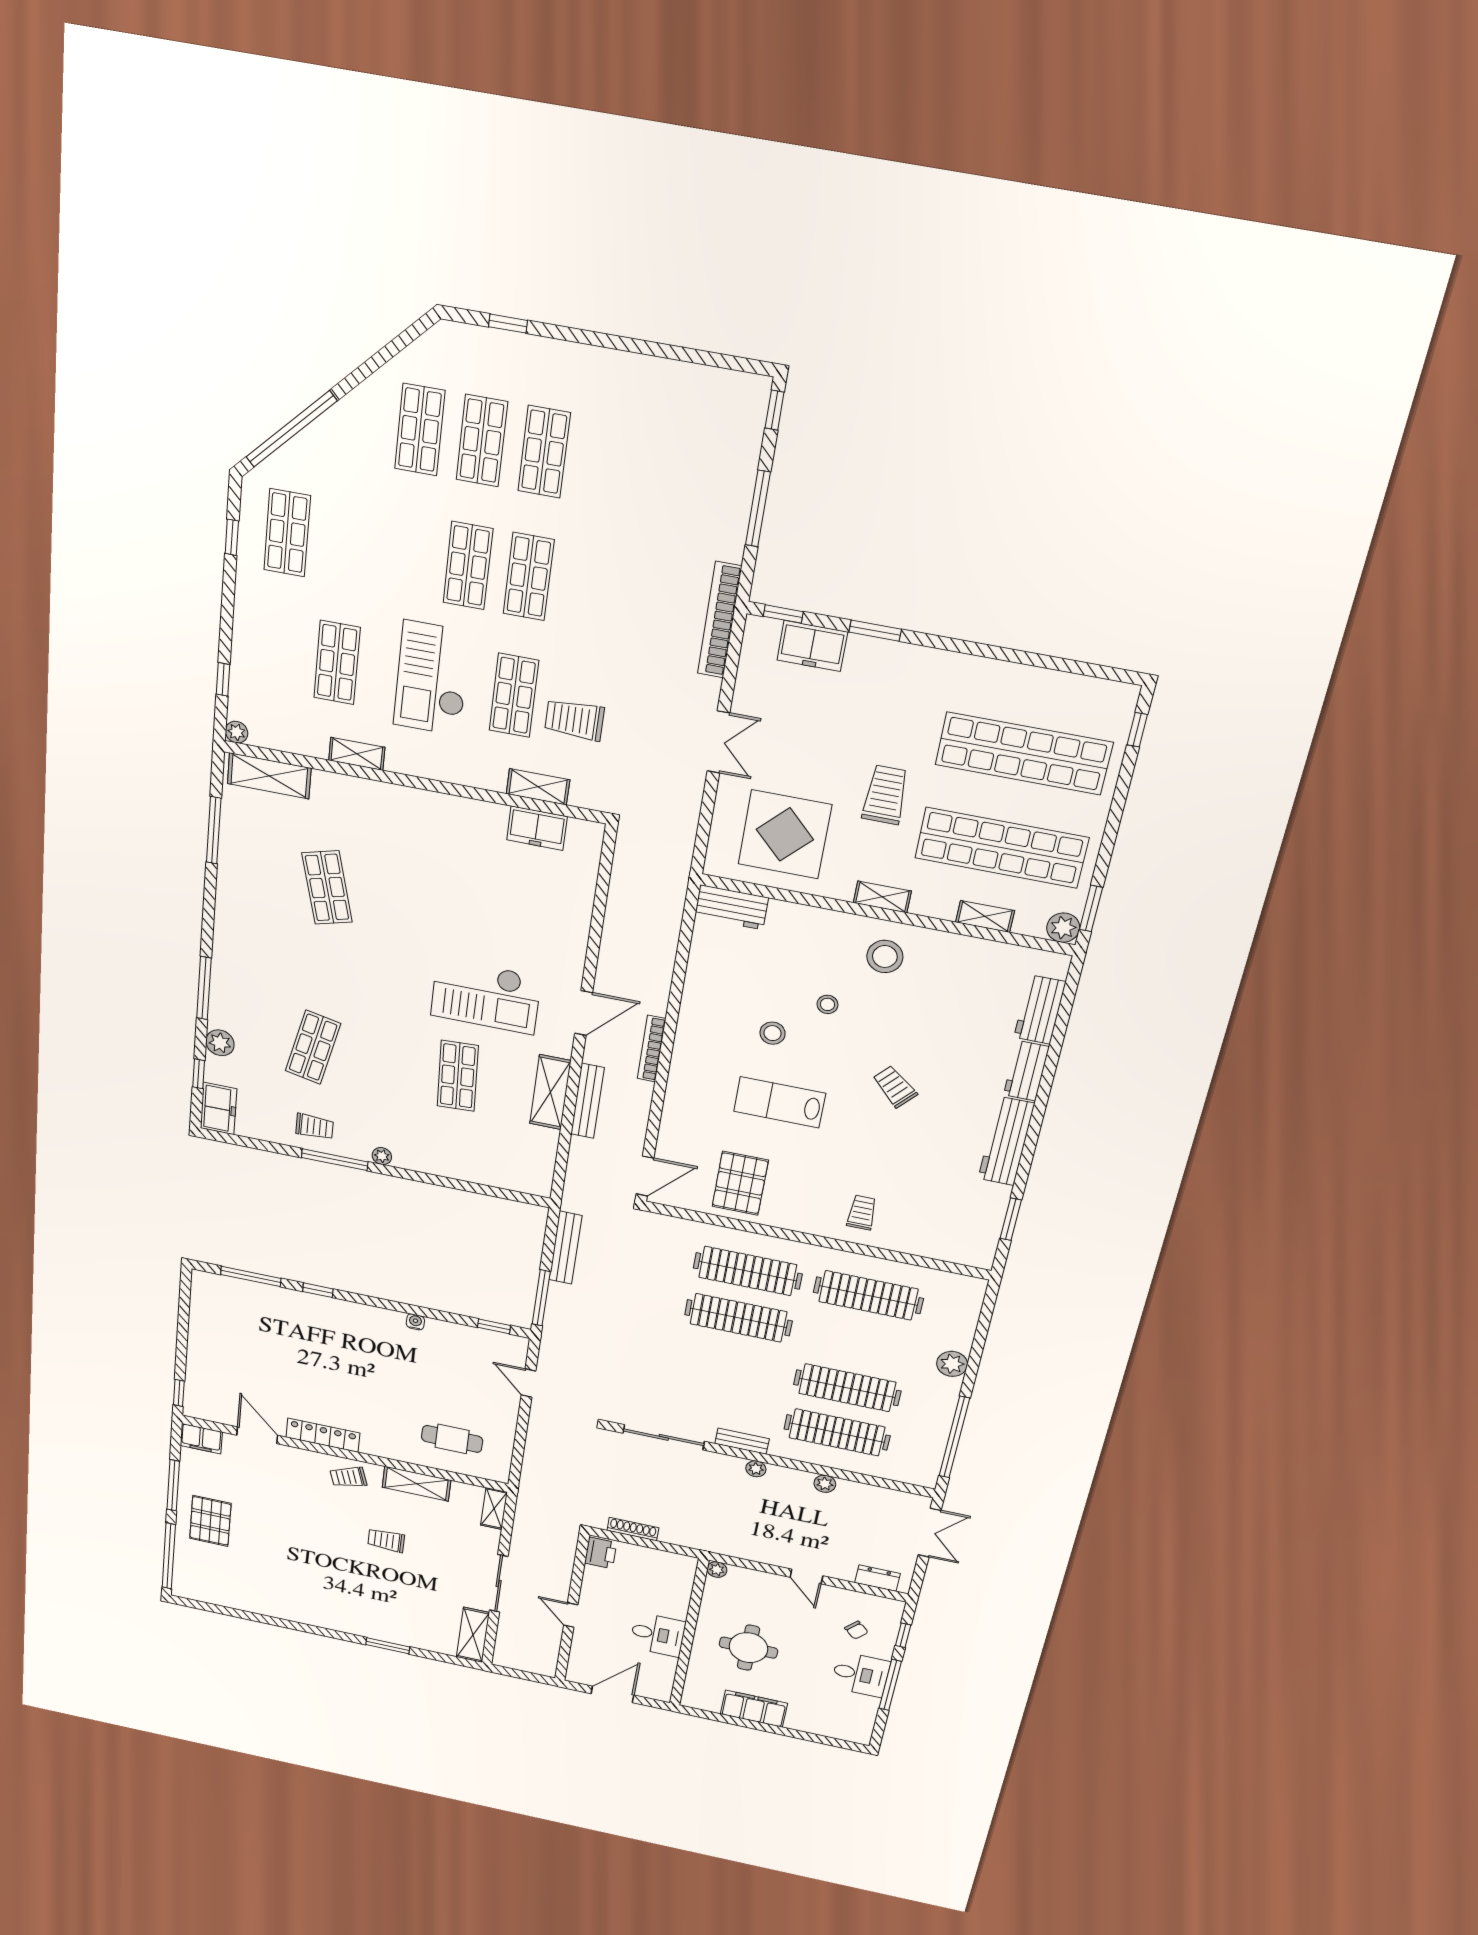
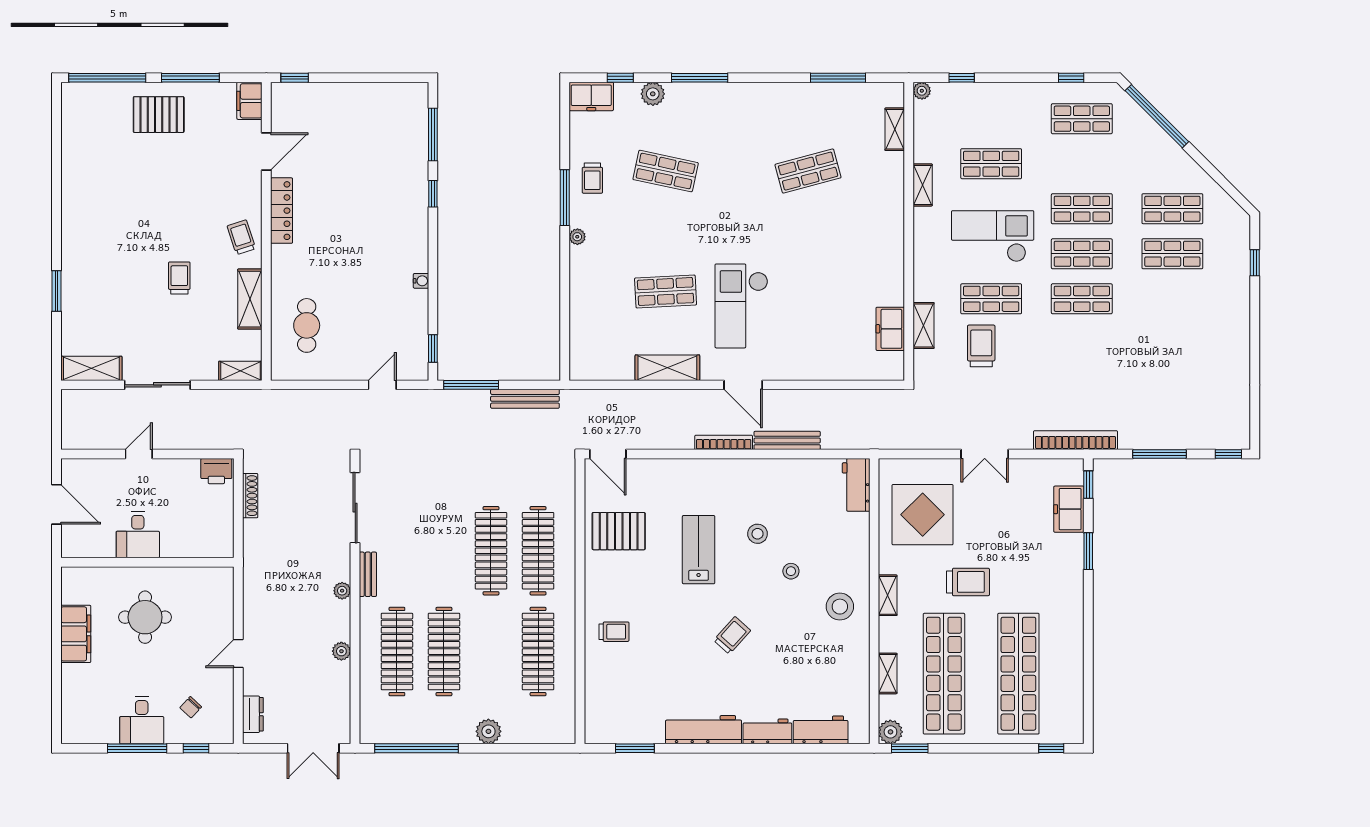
shop shelf: (544, 452) -> (1082, 209), moved
shelving: (269, 776) -> (895, 129), width x0.67, depth x0.75
bench: (588, 1101) -> (787, 440), moved
plant: (717, 1570) -> (225, 575), removed

